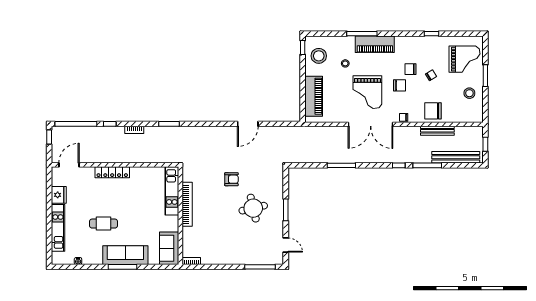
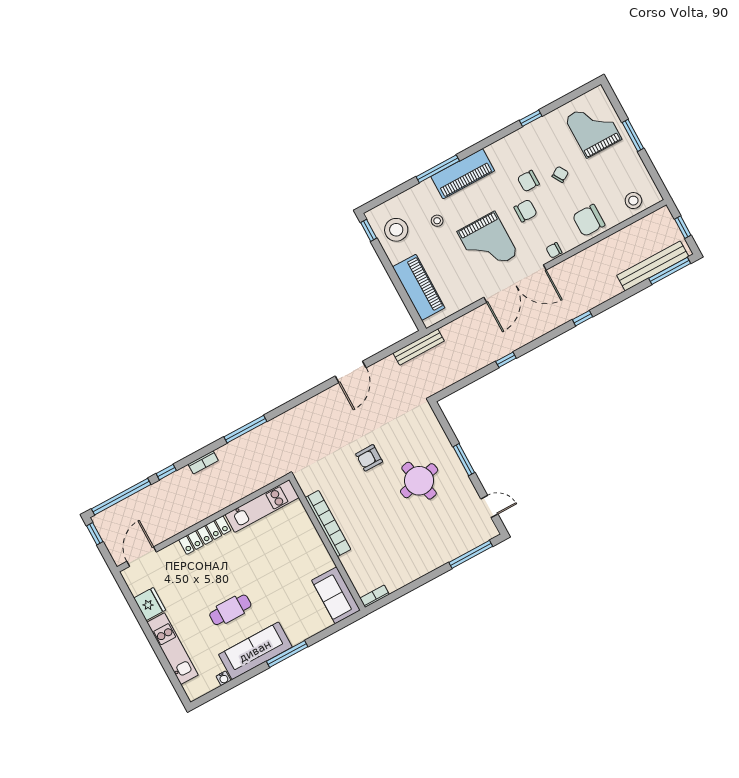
grand piano: (464, 59) -> (593, 129), turned -90
stool: (469, 93) -> (633, 201), moved
window: (169, 124) -> (245, 429), width x1.44
bench: (437, 131) -> (419, 347), moved
window: (341, 165) -> (506, 360), width x0.46
window: (427, 165) -> (670, 271), moved
armchair: (231, 179) -> (369, 458), turned 180
kitchen unit: (172, 191) -> (262, 506), moved, turned -90
sofa: (125, 255) -> (255, 651), moved

